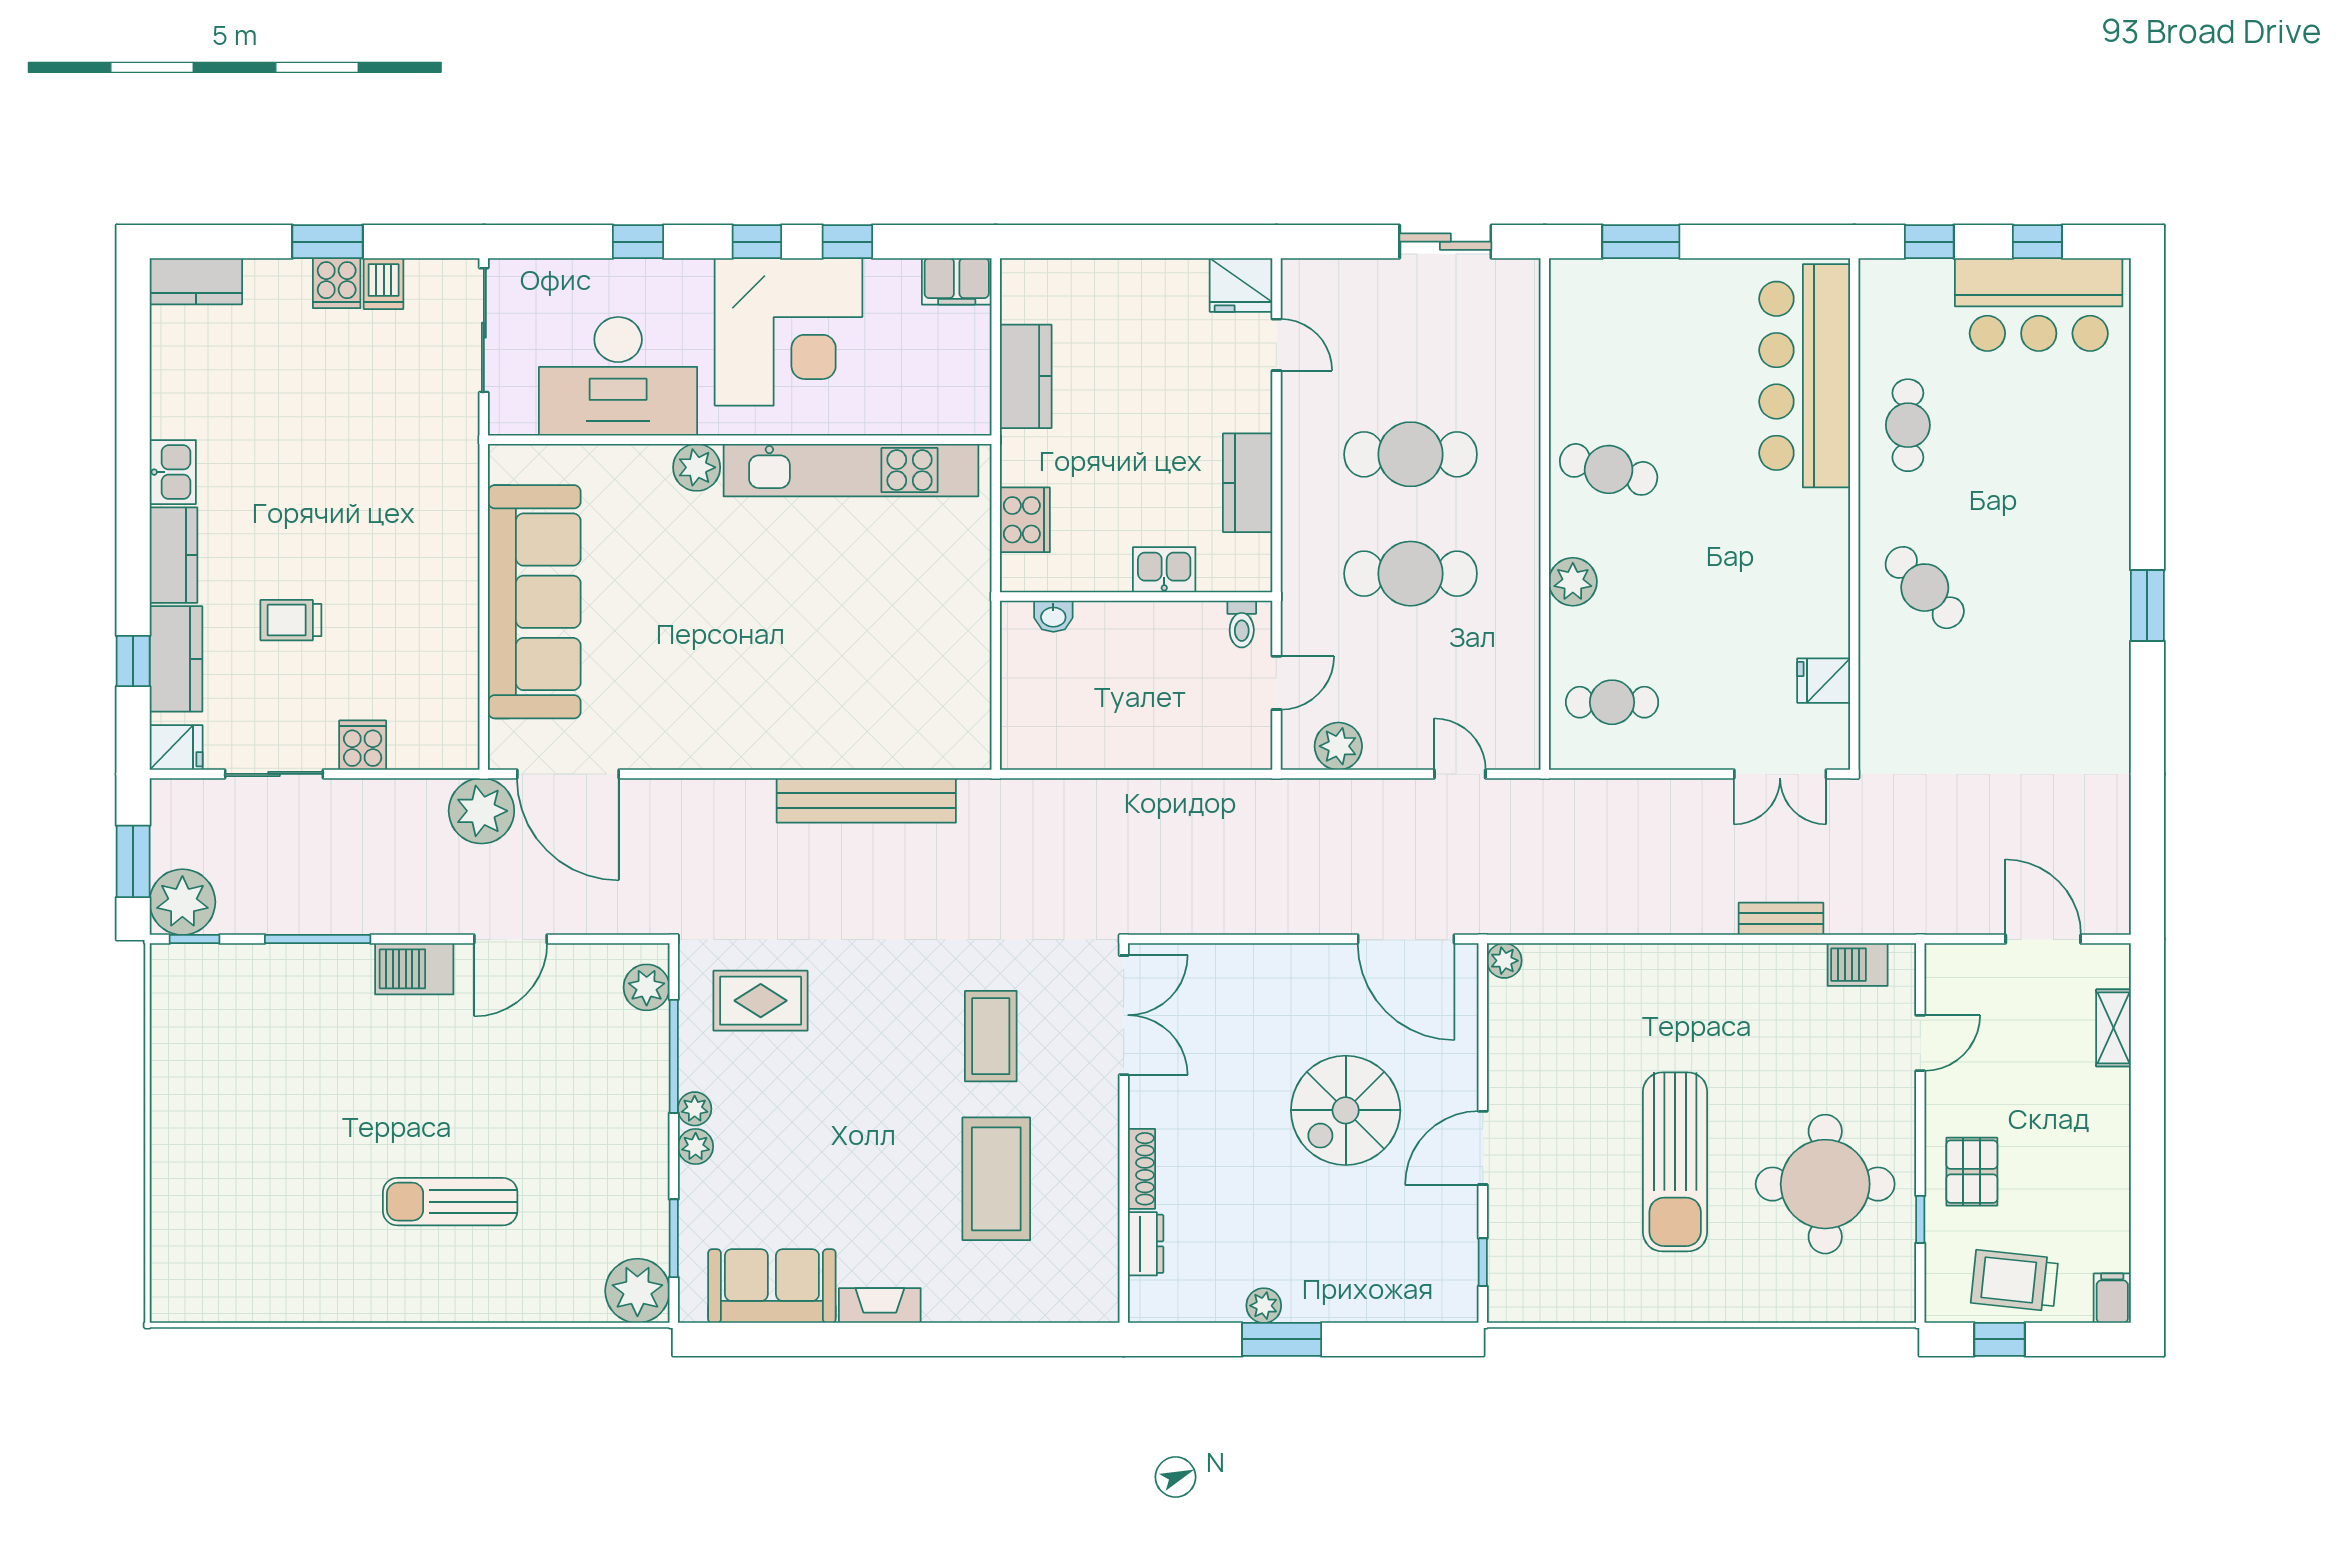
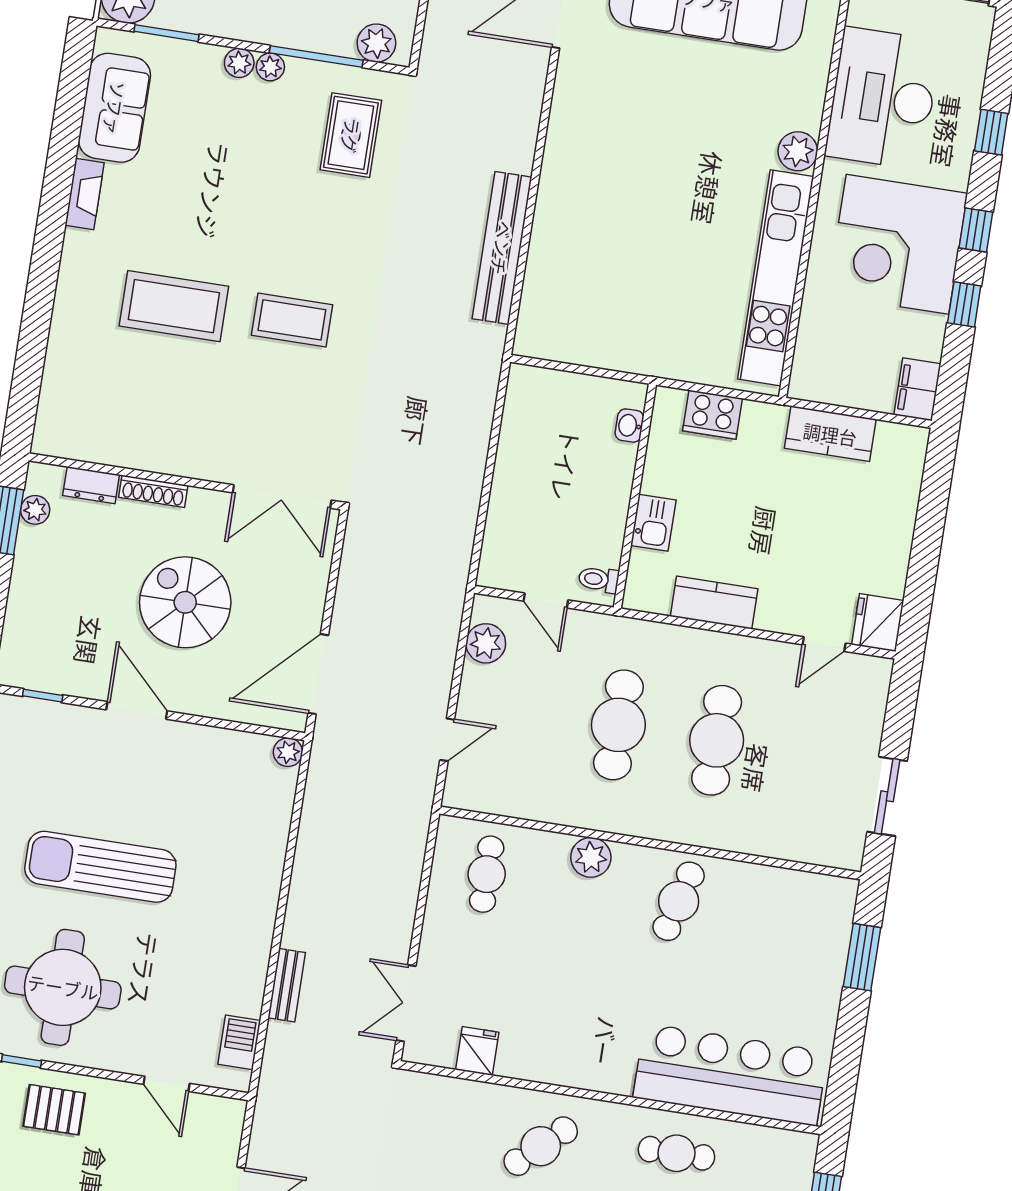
double door: (1124, 1015) -> (282, 497), moved
wall: (1124, 1133) -> (185, 481), moved
shoe rack: (1141, 1169) -> (153, 491), moved
dresser: (1146, 1244) -> (91, 485), moved

